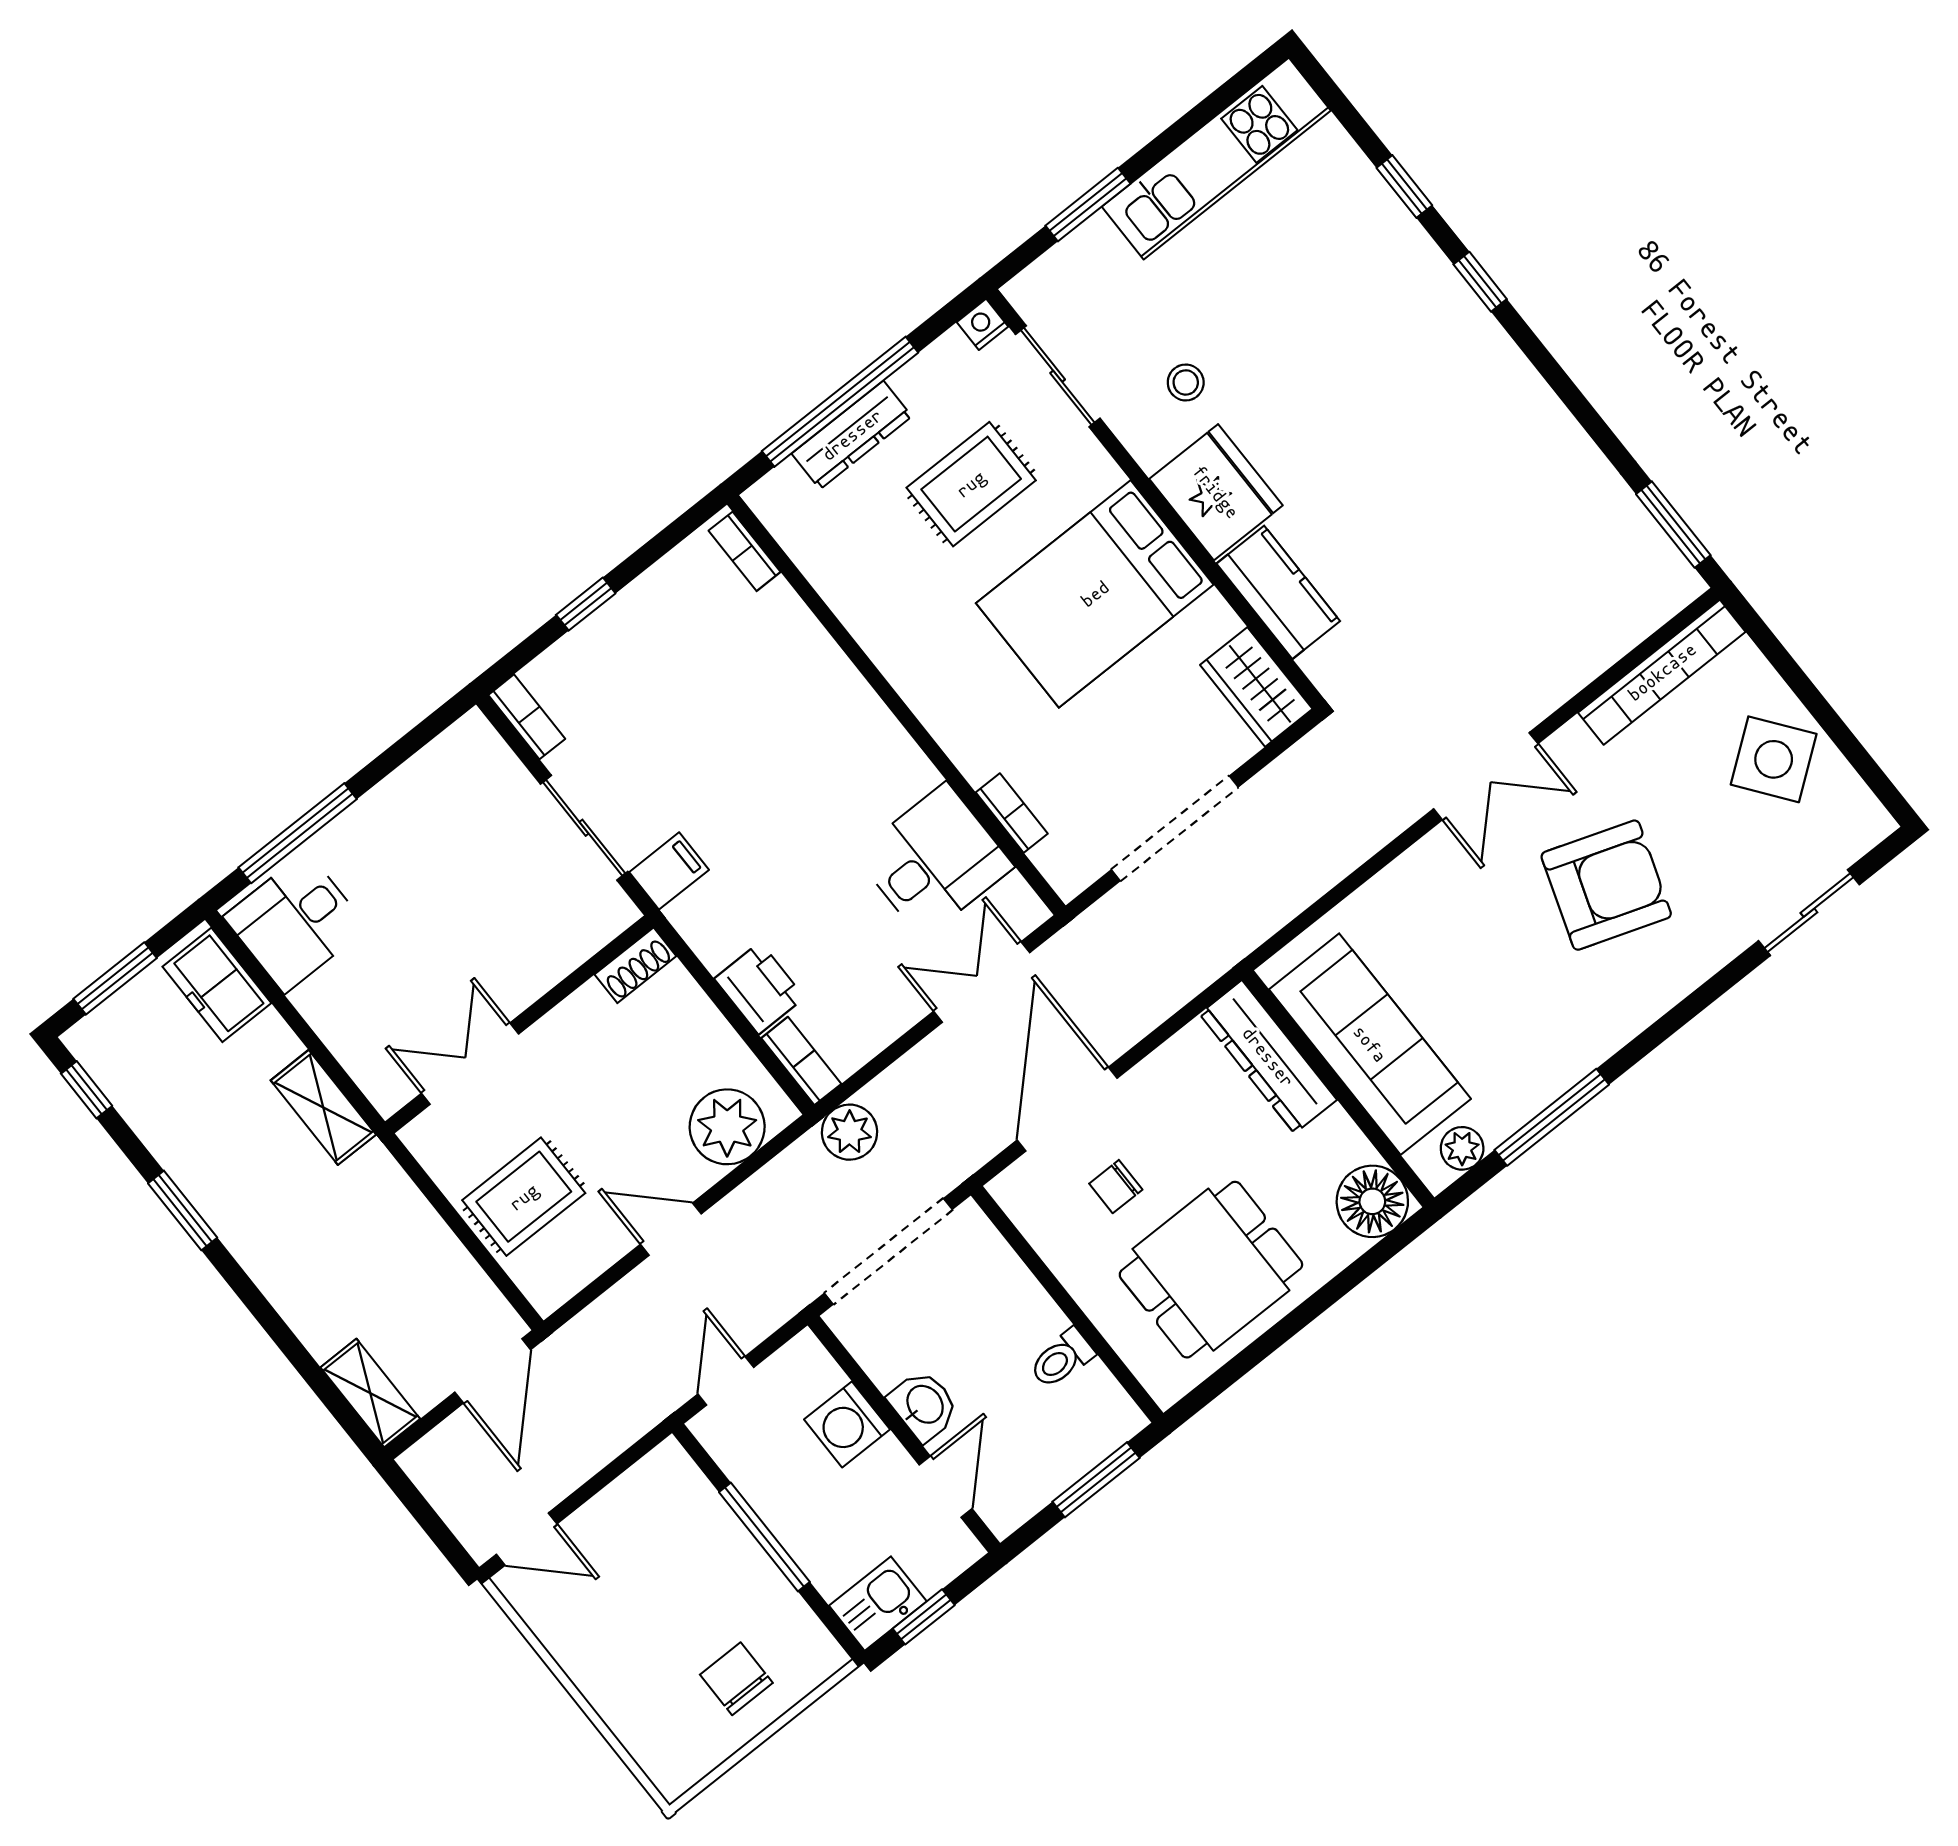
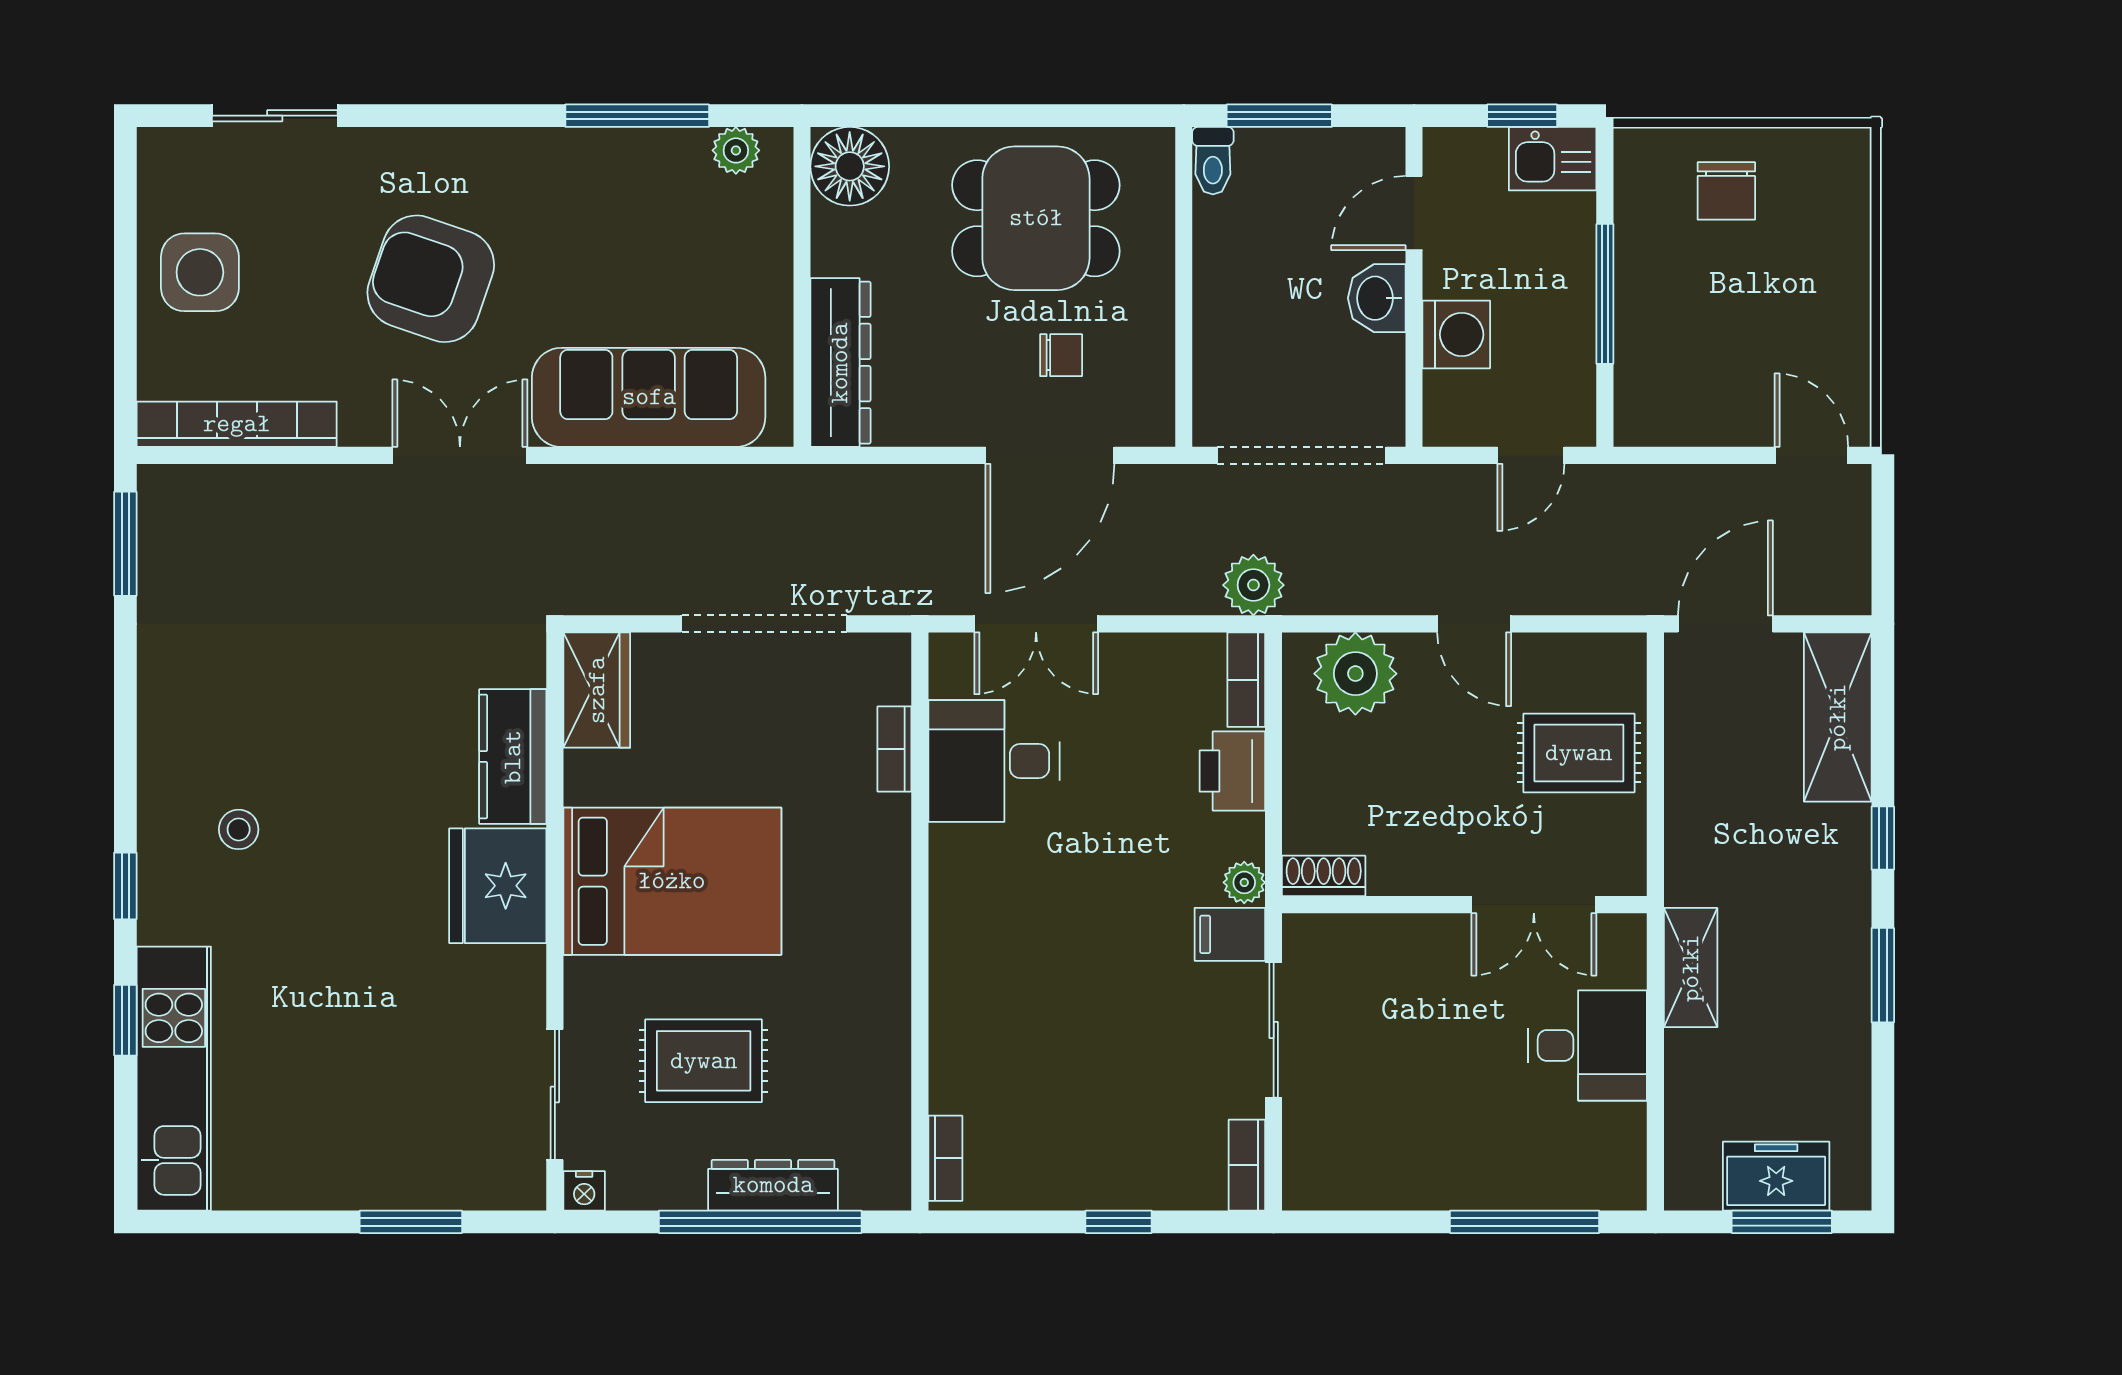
kitchen unit: (1216, 159) -> (174, 1079), moved, turned 90
stool: (1186, 382) -> (239, 829), moved
side table: (1774, 759) -> (200, 272), turned 37
plant: (688, 916) -> (1244, 882), added
desk: (295, 922) -> (1588, 1045), moved
freezer: (217, 985) -> (1776, 1176), moved, turned -90
sofa: (1370, 1044) -> (649, 397), moved, turned 90
window: (87, 1090) -> (1883, 838), moved
toilet: (1062, 1359) -> (1213, 161), moved, turned 90
shelving: (370, 1393) -> (1838, 717), width x1.50, depth x1.33

